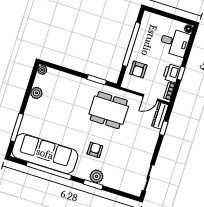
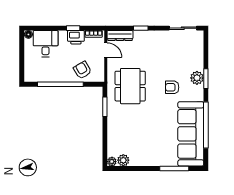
armchair: (138, 69) -> (82, 70), turned -120
plant: (36, 93) -> (123, 160), moved
window: (164, 128) -> (141, 28), moved

